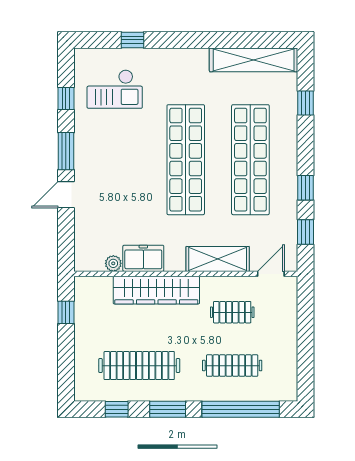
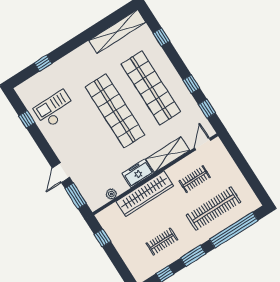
checkout: (115, 89) -> (55, 109), moved, turned 180
window: (66, 151) -> (76, 196), moved
freezer: (143, 258) -> (138, 173), moved
clothes rail: (139, 366) -> (162, 242), width x0.54, depth x0.76
clothes rail: (232, 366) -> (214, 209), width x1.37, depth x1.31

